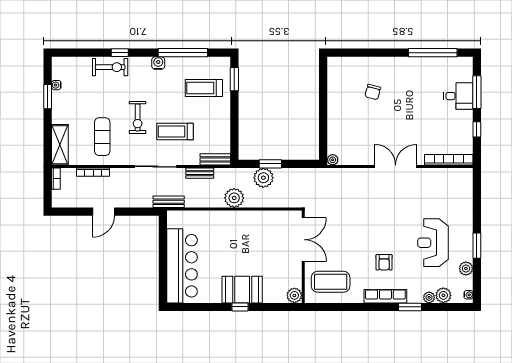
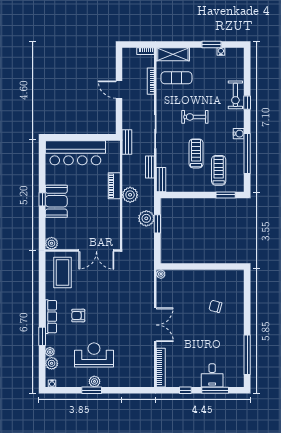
treadmill: (175, 131) -> (196, 153), moved
exercise mat: (102, 137) -> (176, 78), moved
piano: (223, 218) -> (114, 186), added
plant: (466, 268) -> (94, 381), moved

